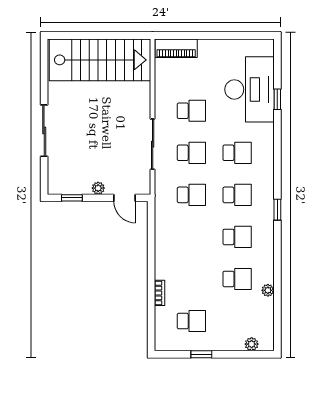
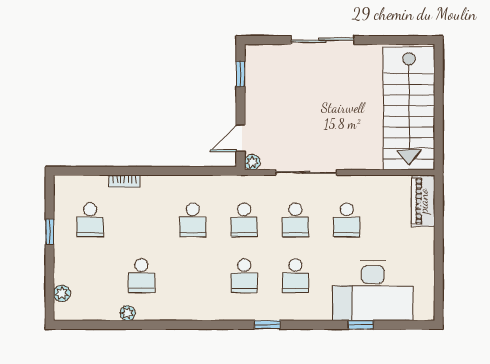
plant: (98, 188) -> (252, 162), moved
window: (277, 210) -> (267, 325), moved
school desk: (237, 237) -> (193, 220), moved

